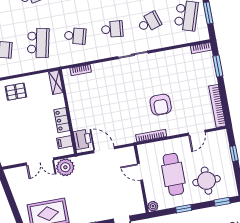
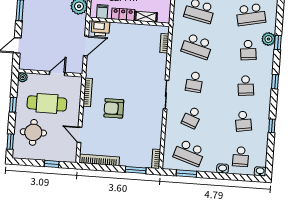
school desk: (149, 22) -> (192, 117), turned 39
school desk: (75, 36) -> (197, 46), width x1.85
shelving: (56, 82) -> (146, 17), moved

